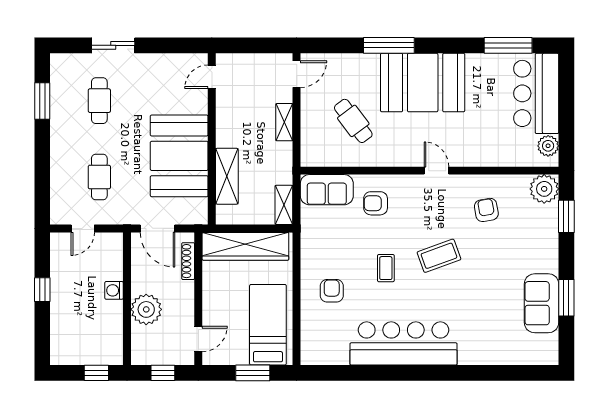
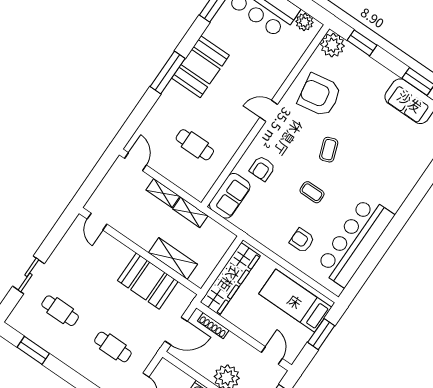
window: (389, 45) -> (168, 72), moved
booth: (423, 83) -> (200, 67), width x0.73, depth x0.70
cafe table: (353, 121) -> (195, 145), turned 37
booth: (179, 156) -> (148, 281), width x0.73, depth x0.70
shelving: (284, 205) -> (190, 212), moved
armchair: (486, 210) -> (320, 95), width x1.88, depth x1.88
coffee table: (439, 256) -> (329, 150), width x0.73, depth x0.77
bar counter: (404, 343) -> (355, 241), moved

